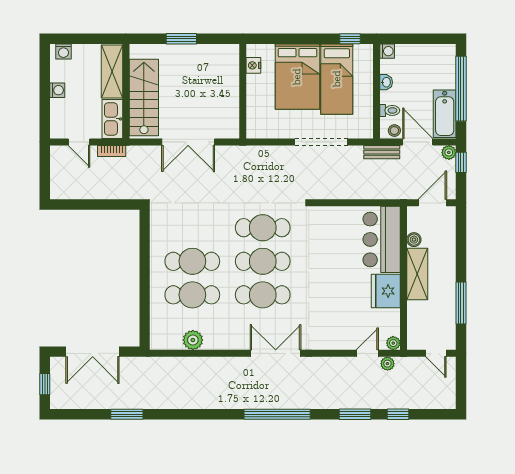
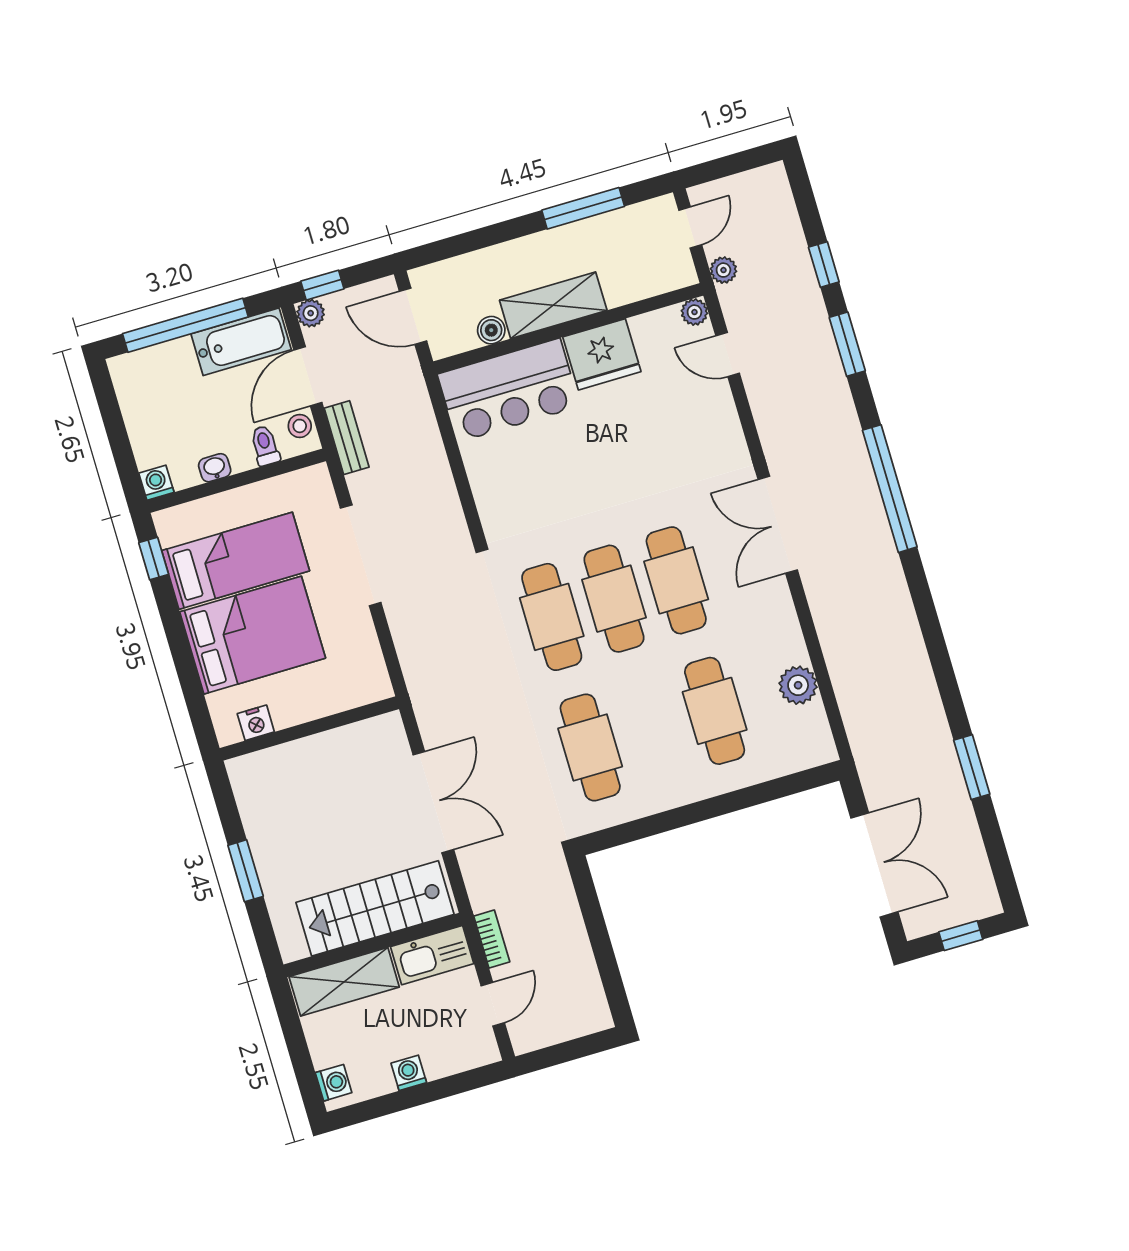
cafe table: (192, 261) -> (590, 747), moved
plant: (387, 364) -> (723, 270), moved

